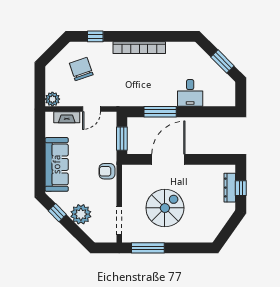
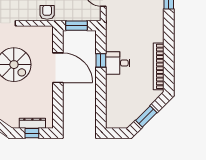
bookcase: (139, 48) -> (159, 66), moved
desk: (190, 93) -> (118, 63), moved
window: (160, 112) -> (101, 60), width x0.46

